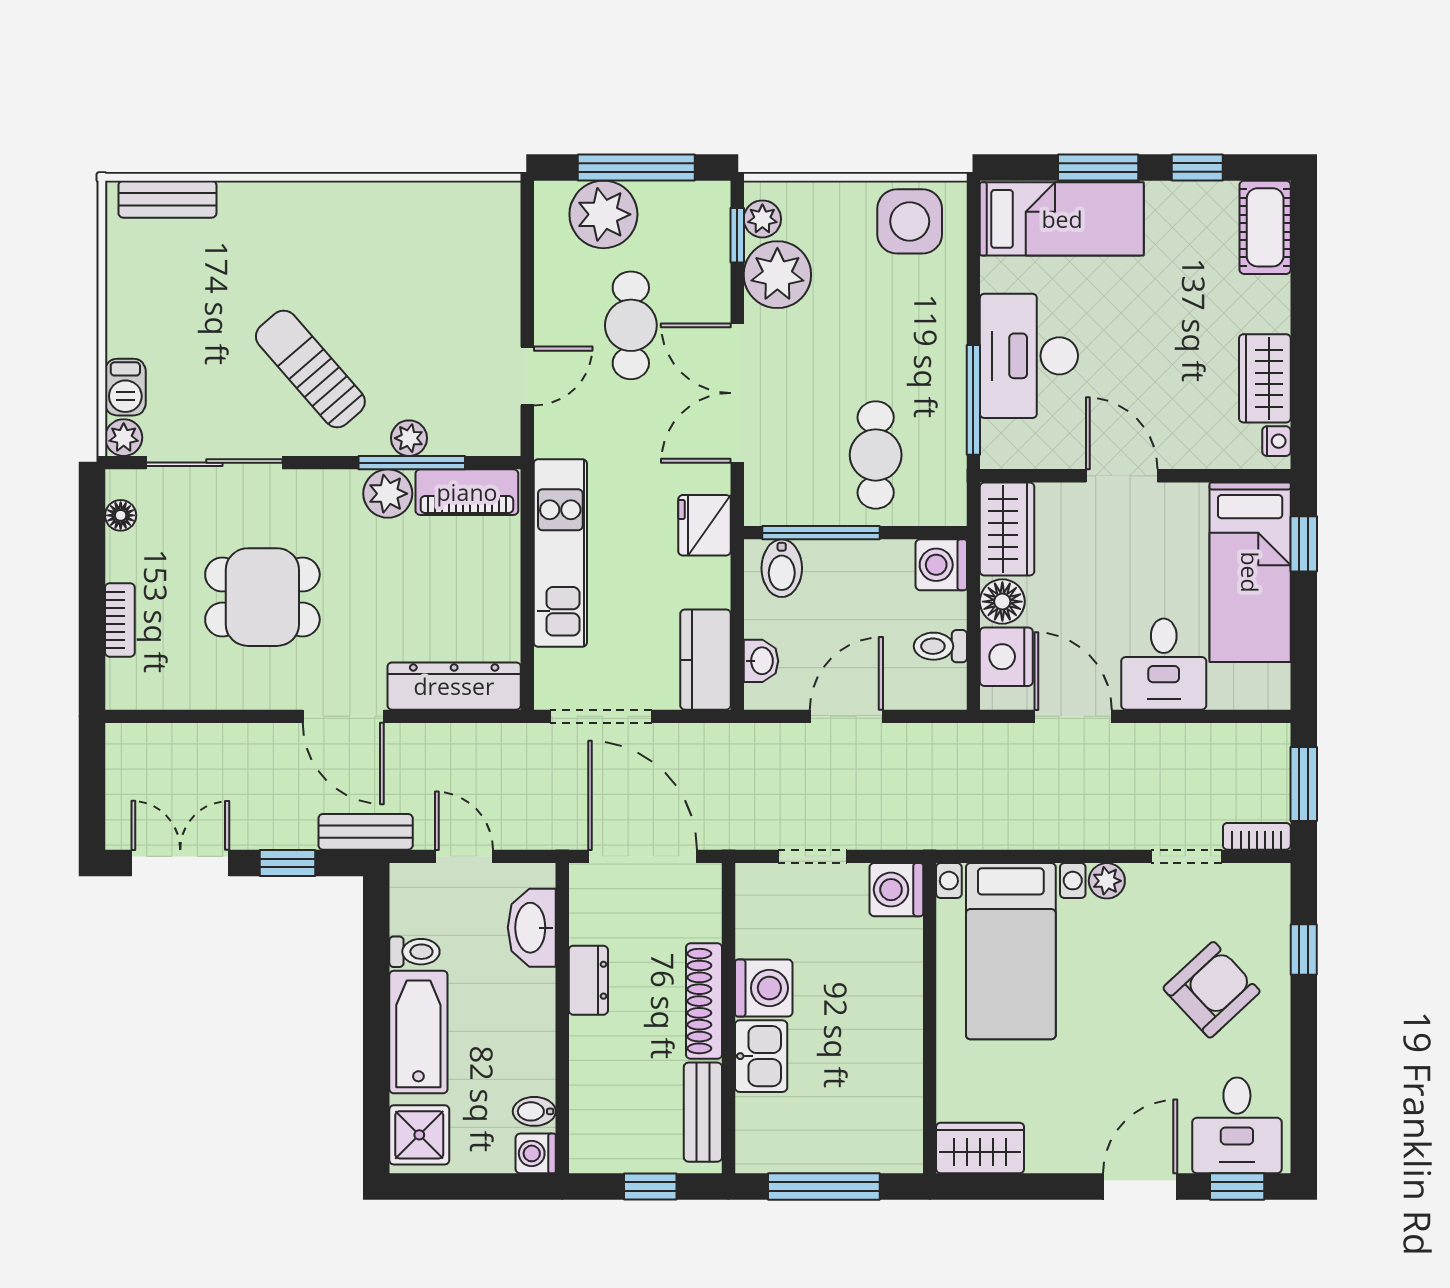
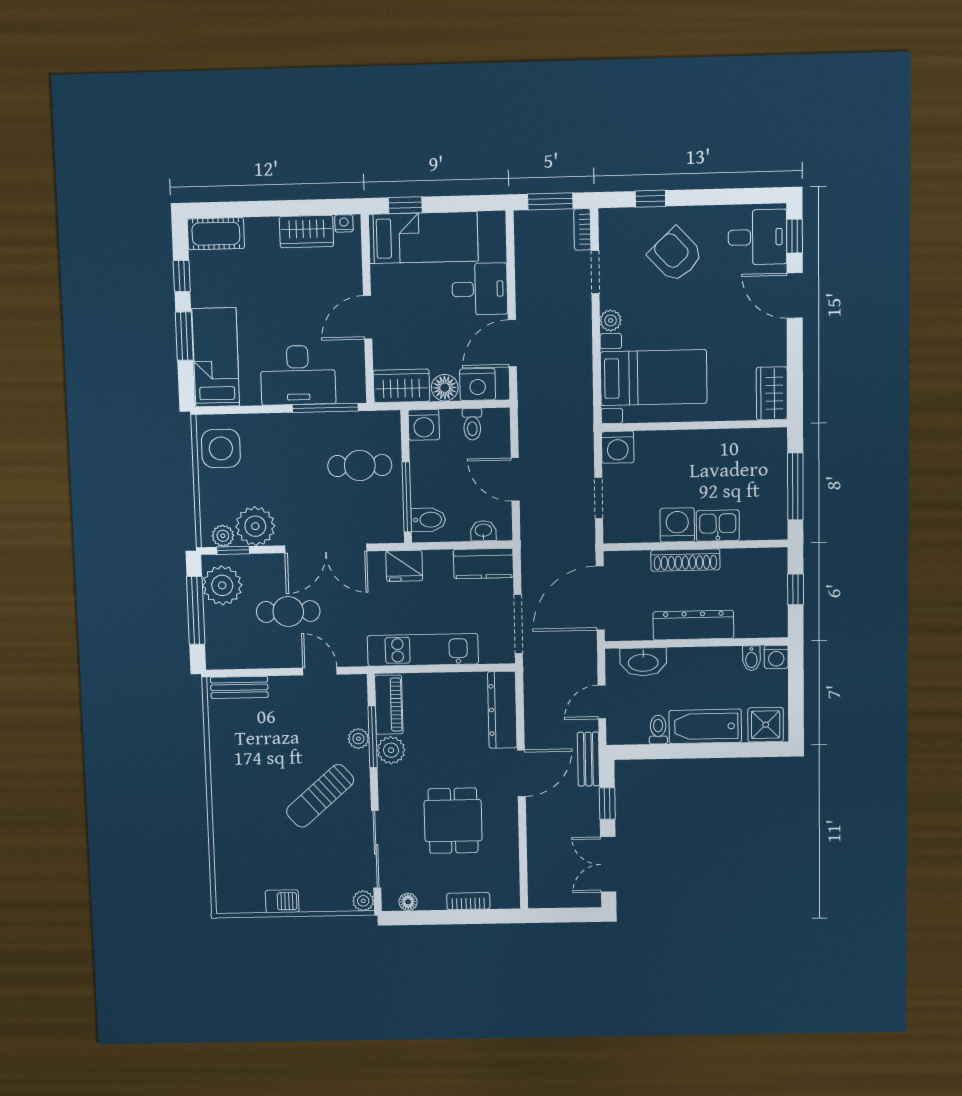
bench: (167, 199) -> (239, 687), moved, turned 90
plant: (603, 214) -> (222, 585), moved
barbecue: (125, 387) -> (282, 901), moved
dresser: (588, 980) -> (693, 625), width x1.96, depth x1.24
bench: (703, 1112) -> (751, 559), removed

